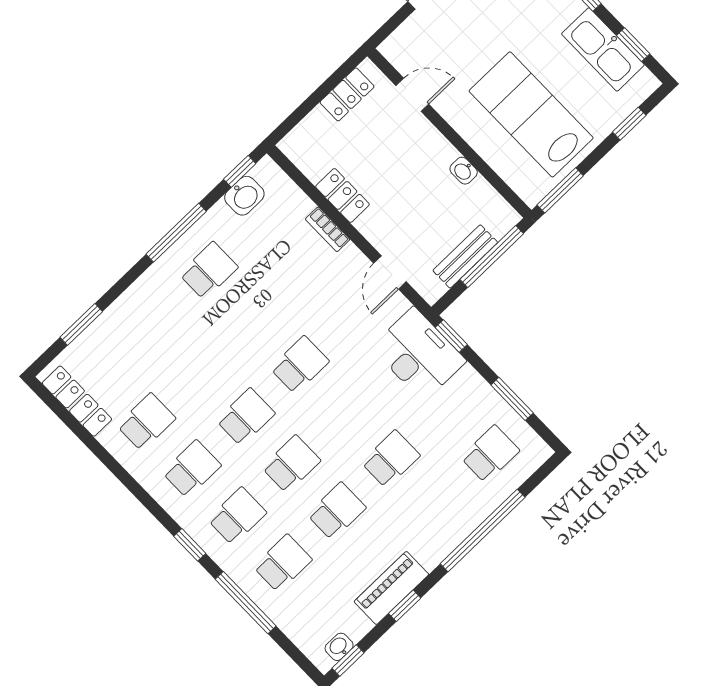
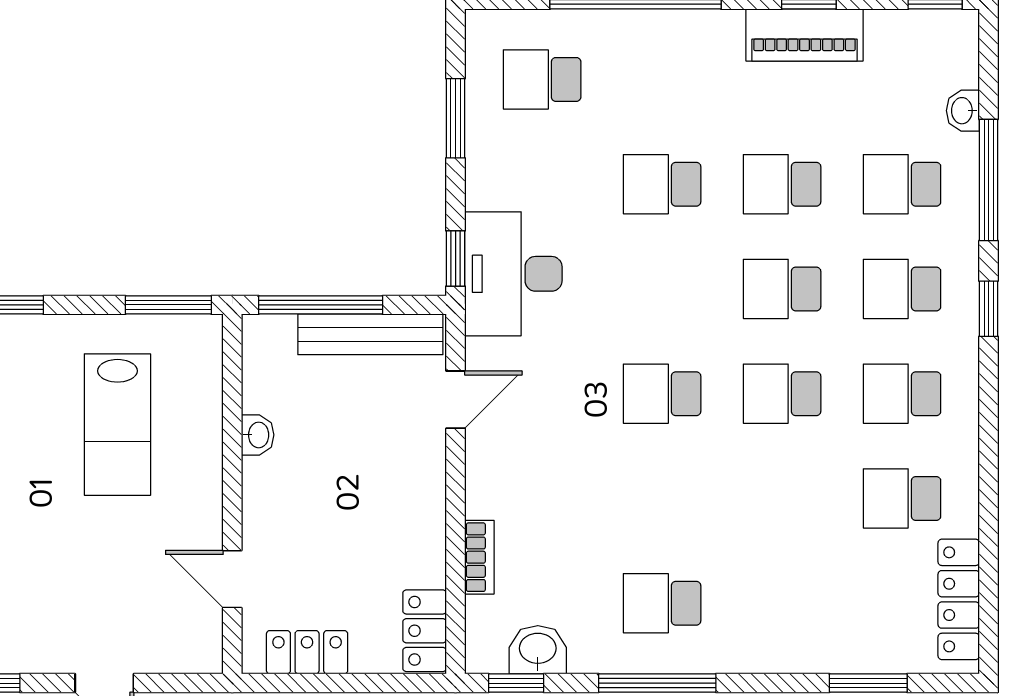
lab bench: (531, 114) -> (117, 425), width x0.73, depth x0.72
locker: (342, 195) -> (425, 631), moved
bookcase: (328, 229) -> (479, 557), moved
bench: (465, 256) -> (370, 334), width x1.36
washbasin: (339, 647) -> (963, 111), moved, turned 90

